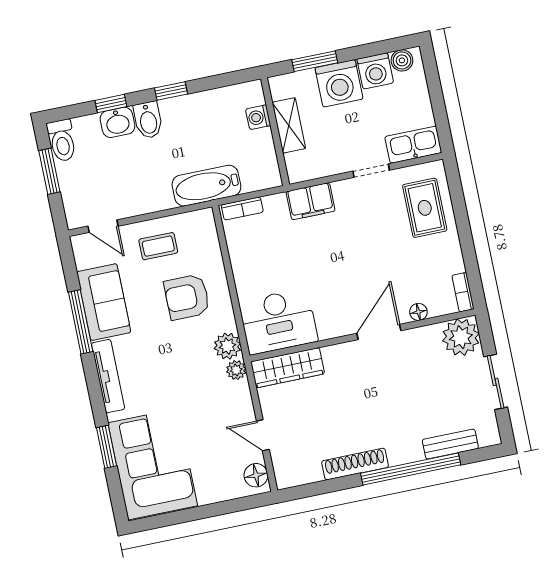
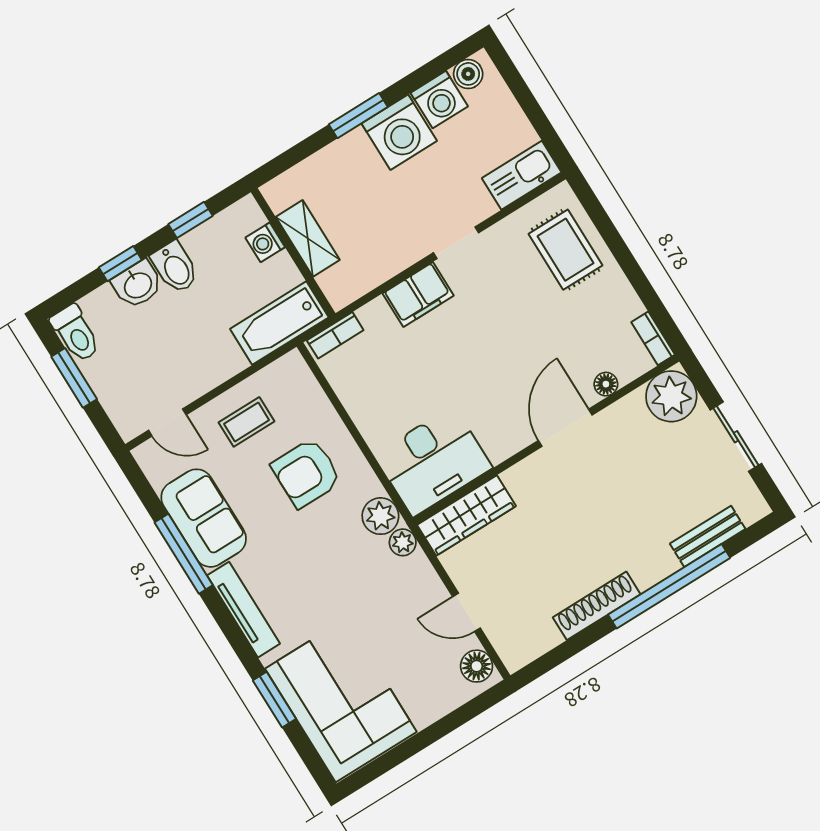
washing machine: (258, 117) -> (265, 242), moved
shelving: (289, 125) -> (308, 238), moved
wall: (275, 132) -> (293, 253), moved
doorway: (371, 171) -> (456, 243), moved

